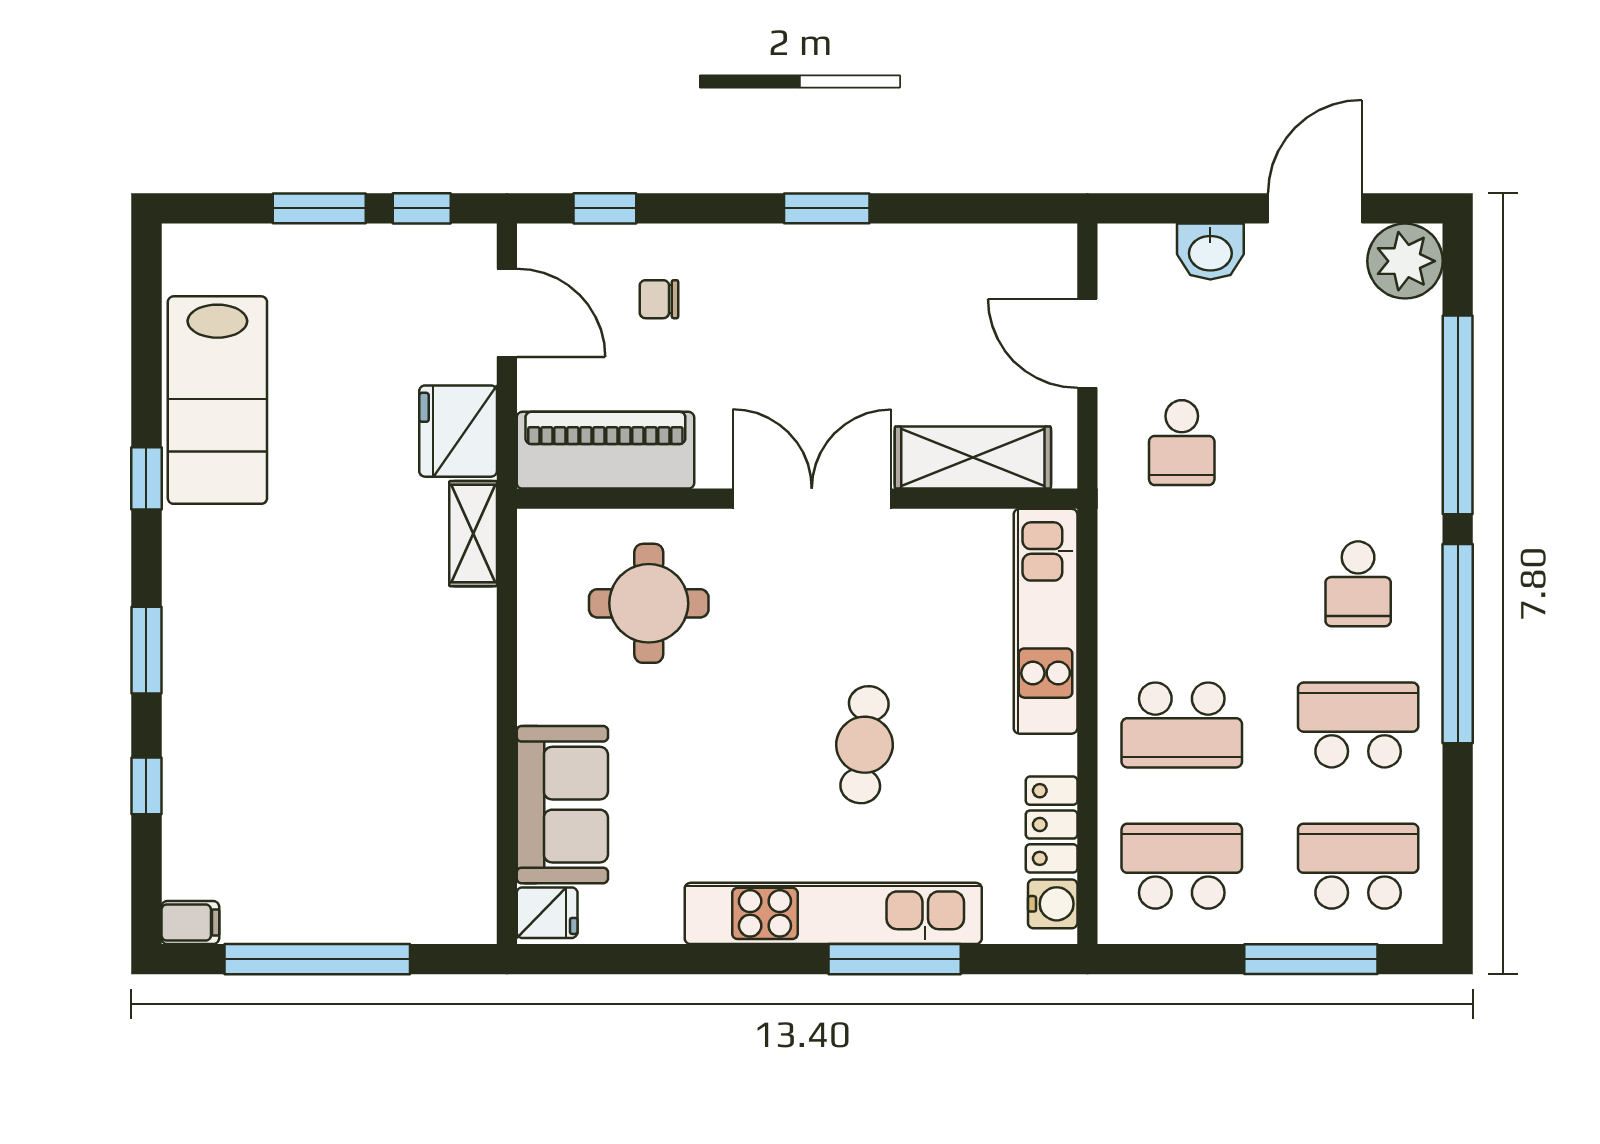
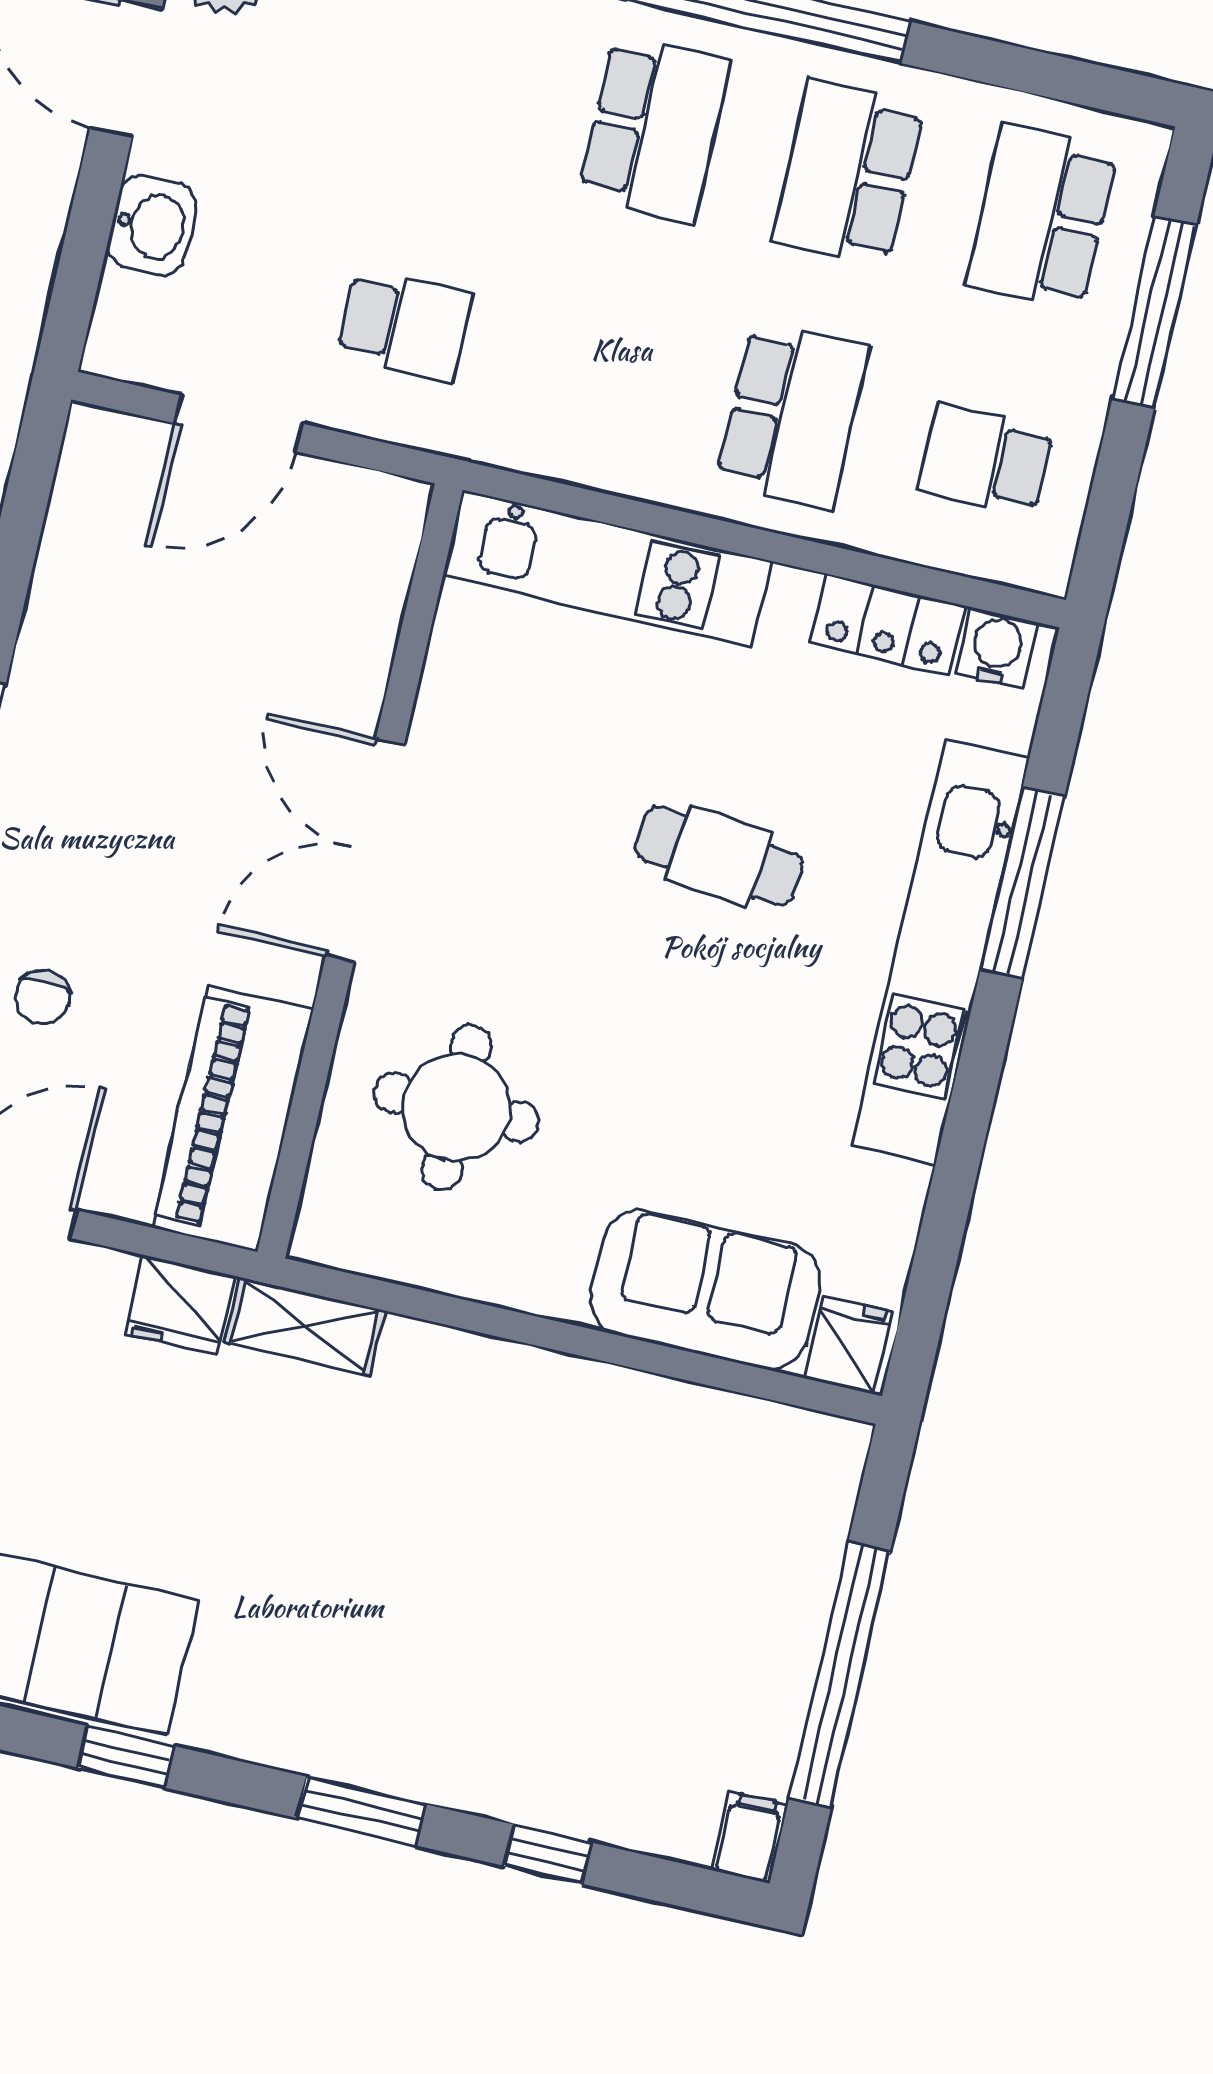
fridge: (458, 431) -> (180, 1305), width x0.73, depth x0.75
shelving: (973, 457) -> (359, 617), removed
school desk: (1358, 584) -> (654, 128), width x1.85
school desk: (1182, 866) -> (986, 459), width x0.54

